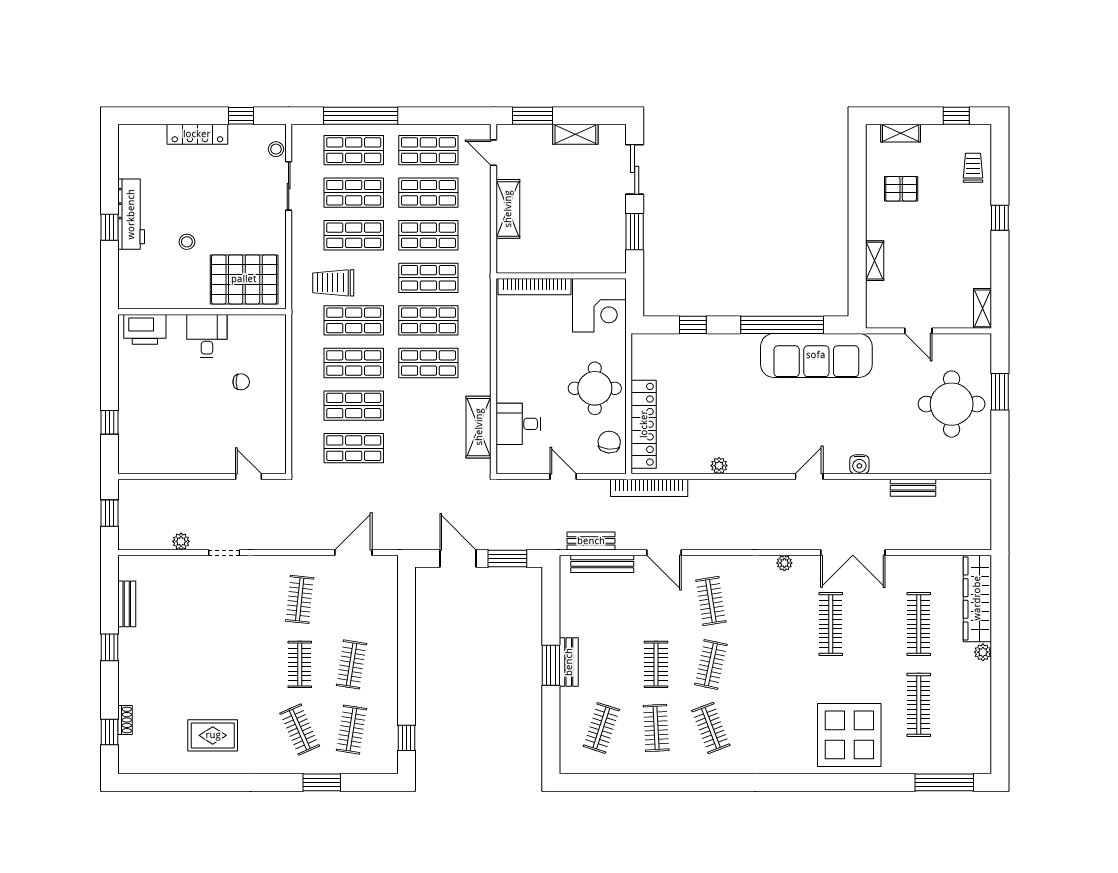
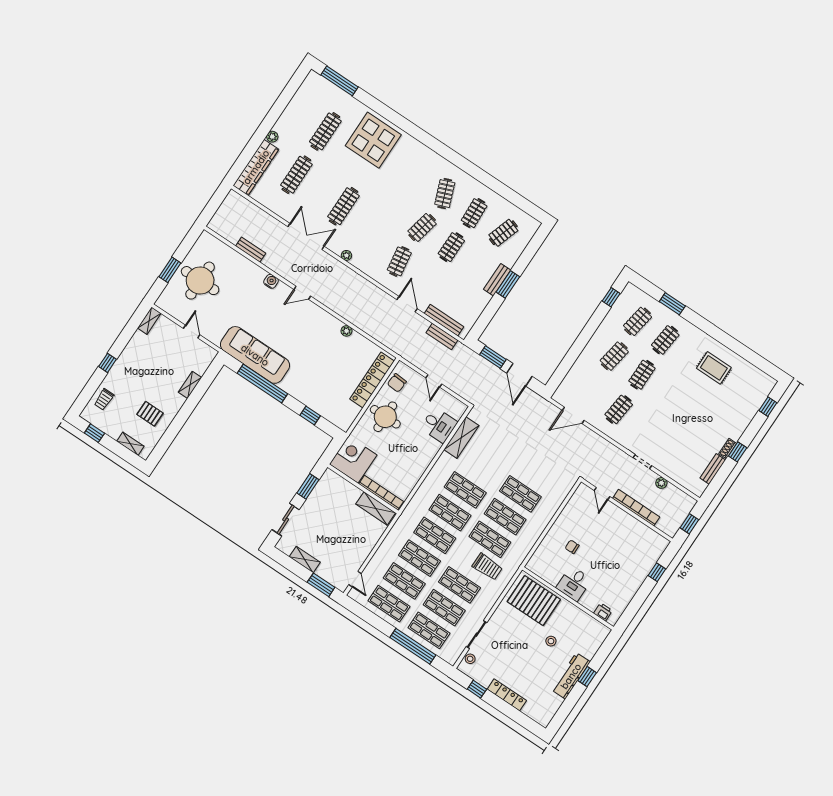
shelving: (508, 209) -> (376, 508), moved, turned 90
printer: (145, 329) -> (603, 612), width x0.53, depth x0.68
shop shelf: (354, 448) -> (536, 471), removed
bookcase: (649, 488) -> (636, 508), moved
shoe rack: (125, 720) -> (728, 449), moved
clothes rail: (300, 730) -> (665, 340), turned 30

